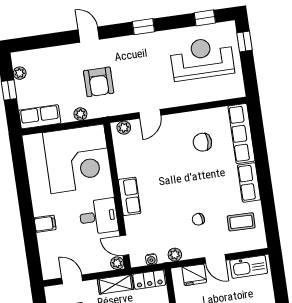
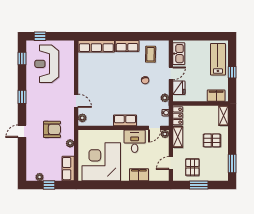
chair: (202, 142) -> (98, 71), removed
corner desk: (77, 159) -> (101, 162), moved, turned -90
filing cabinet: (45, 224) -> (139, 175), width x2.00

